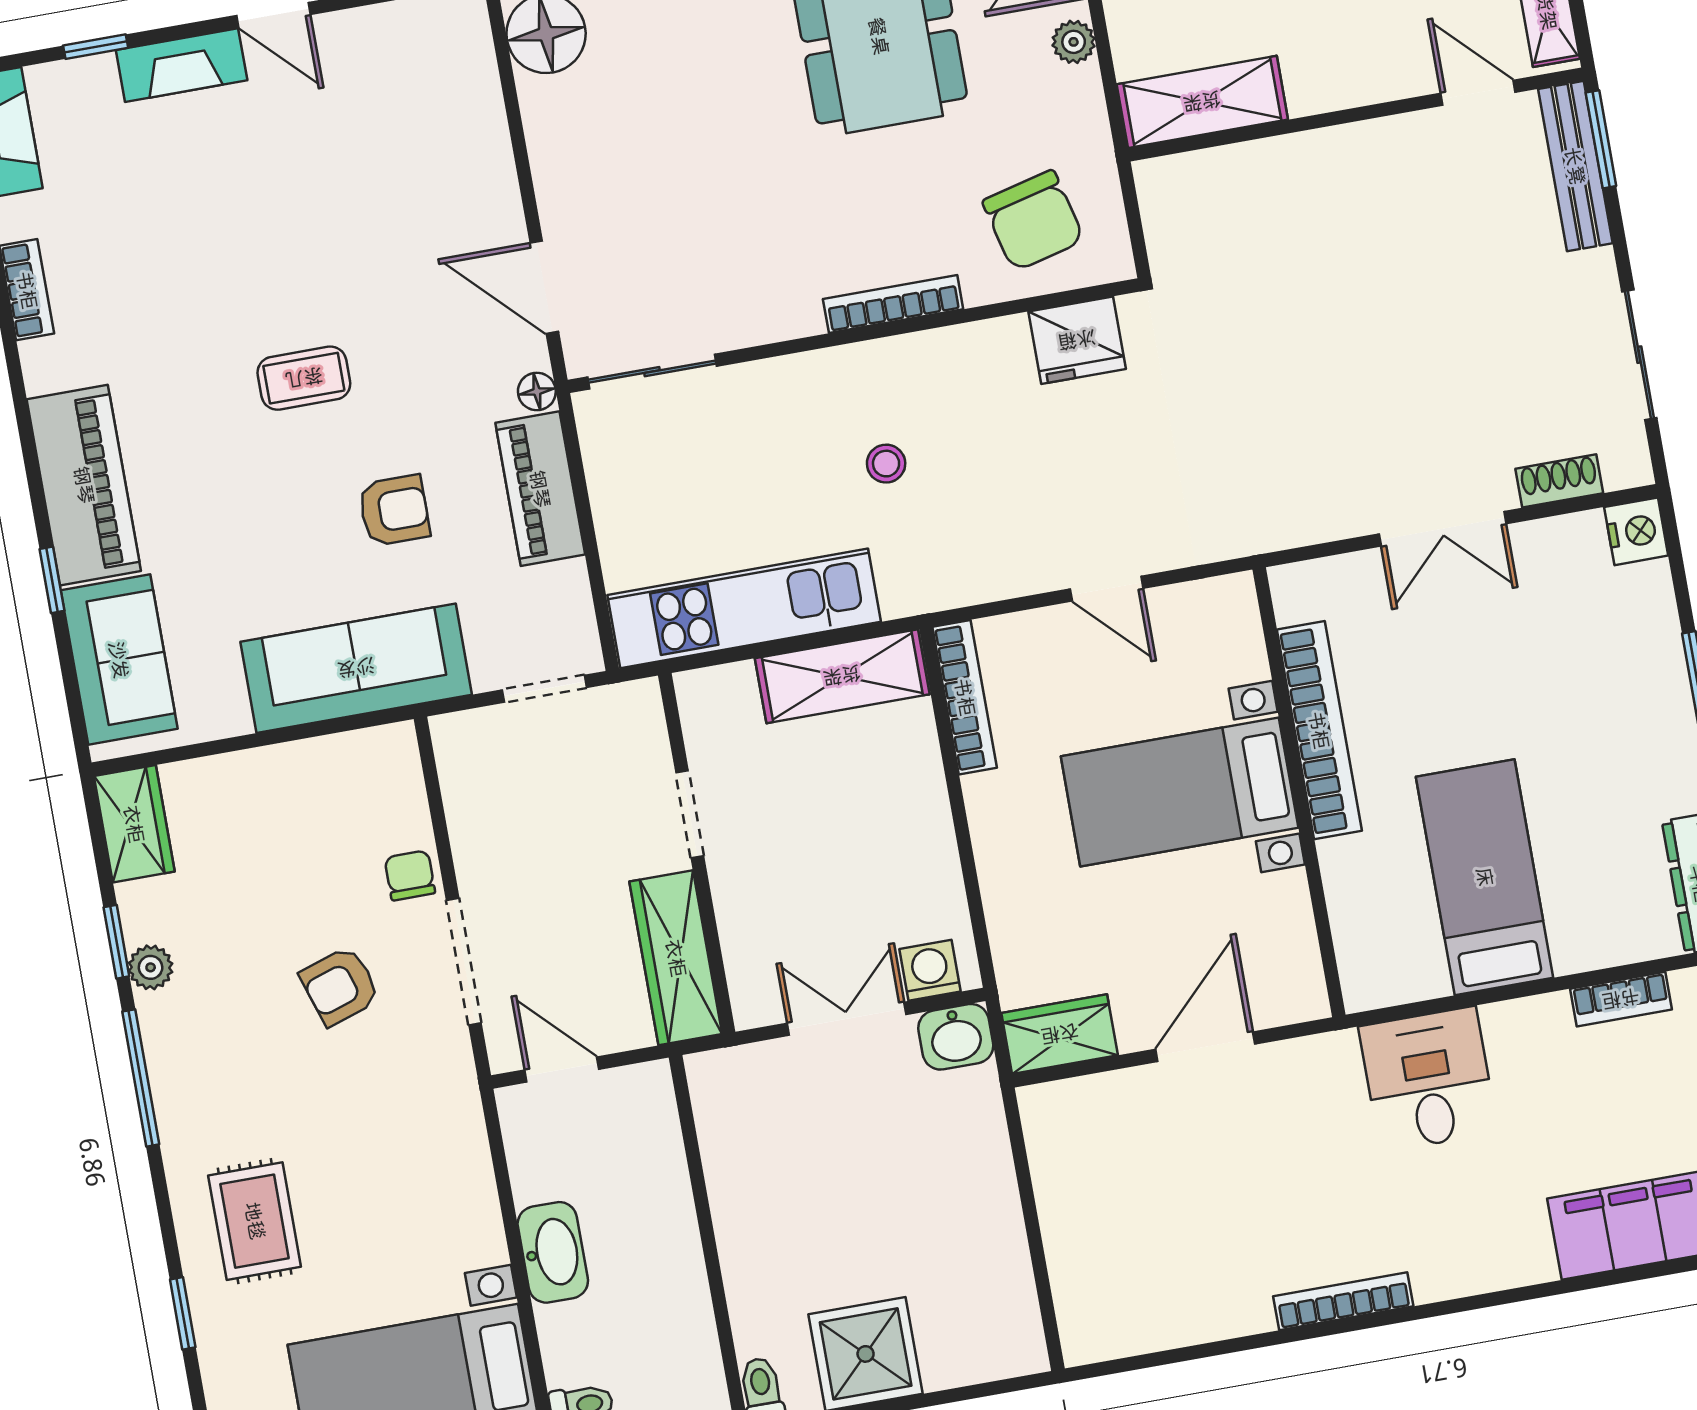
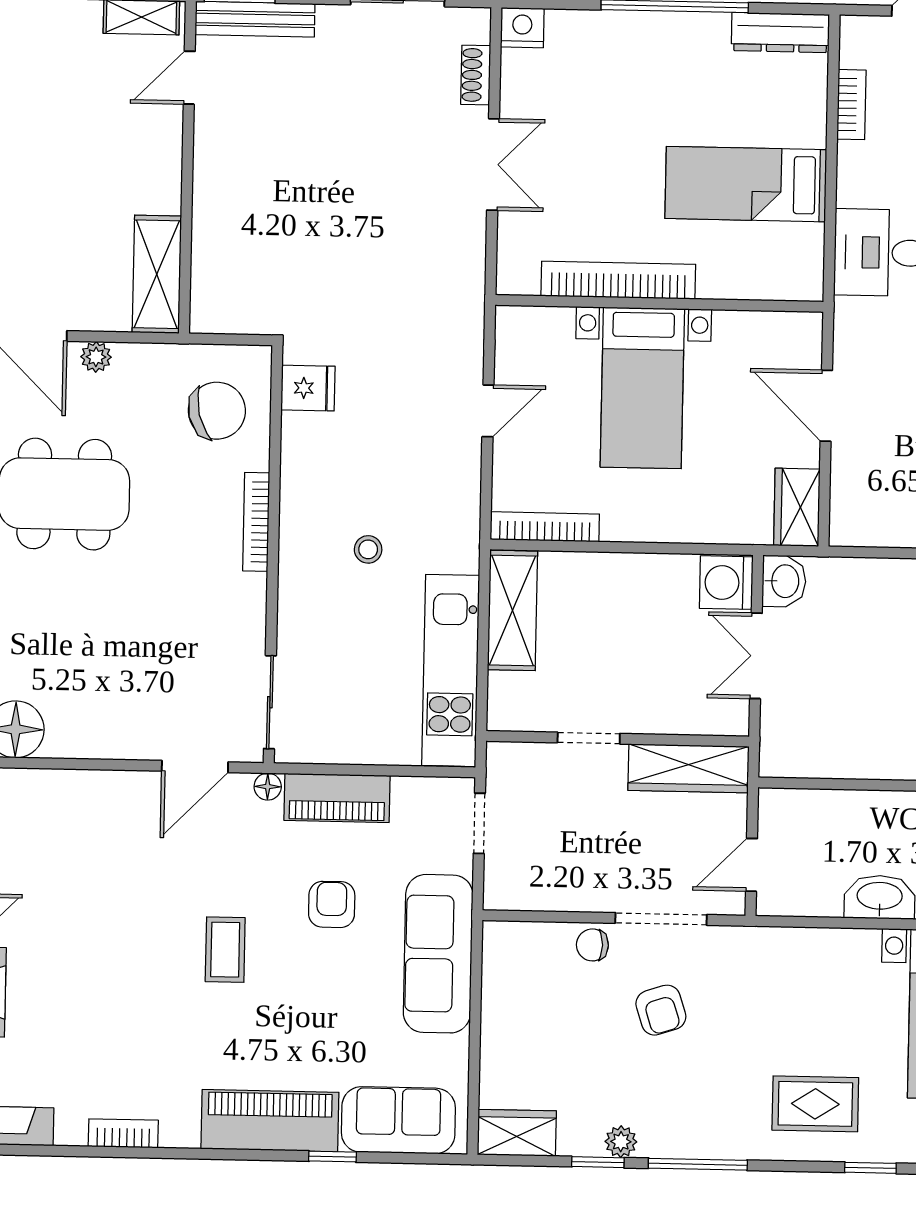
fridge: (1077, 340) -> (308, 388), width x0.72
washing machine: (930, 970) -> (726, 583), width x1.38, depth x1.38

